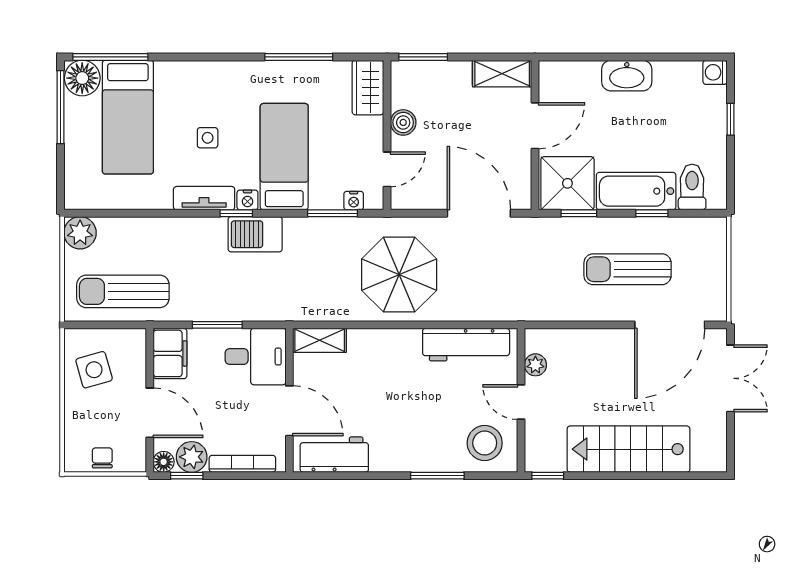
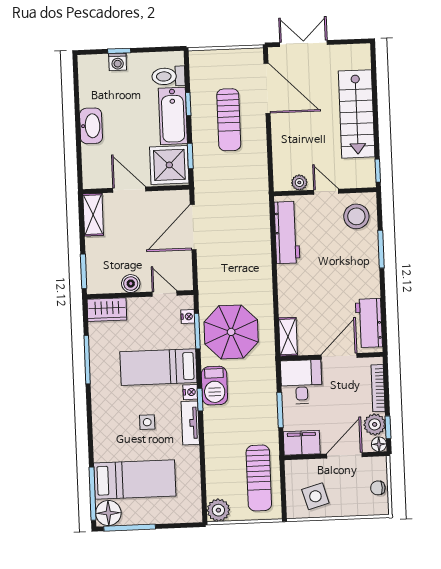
washing machine: (715, 72) -> (118, 62), moved
parasol: (399, 275) -> (231, 332), moved
door: (521, 402) -> (326, 192), swing flipped

